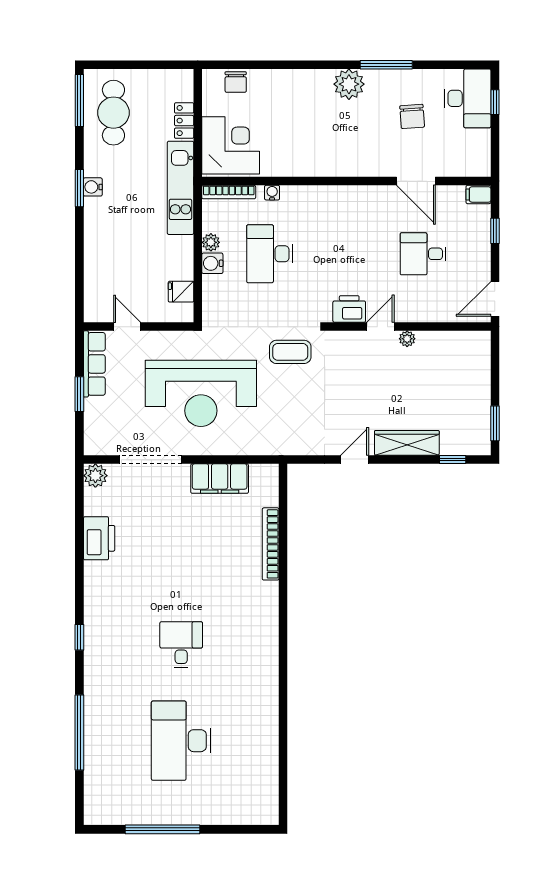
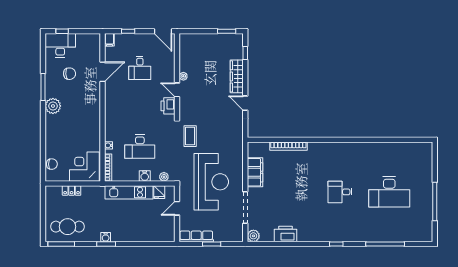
kitchen unit: (180, 188) -> (129, 192), moved
plant: (211, 242) -> (164, 177), moved
door: (127, 327) -> (177, 208), moved

